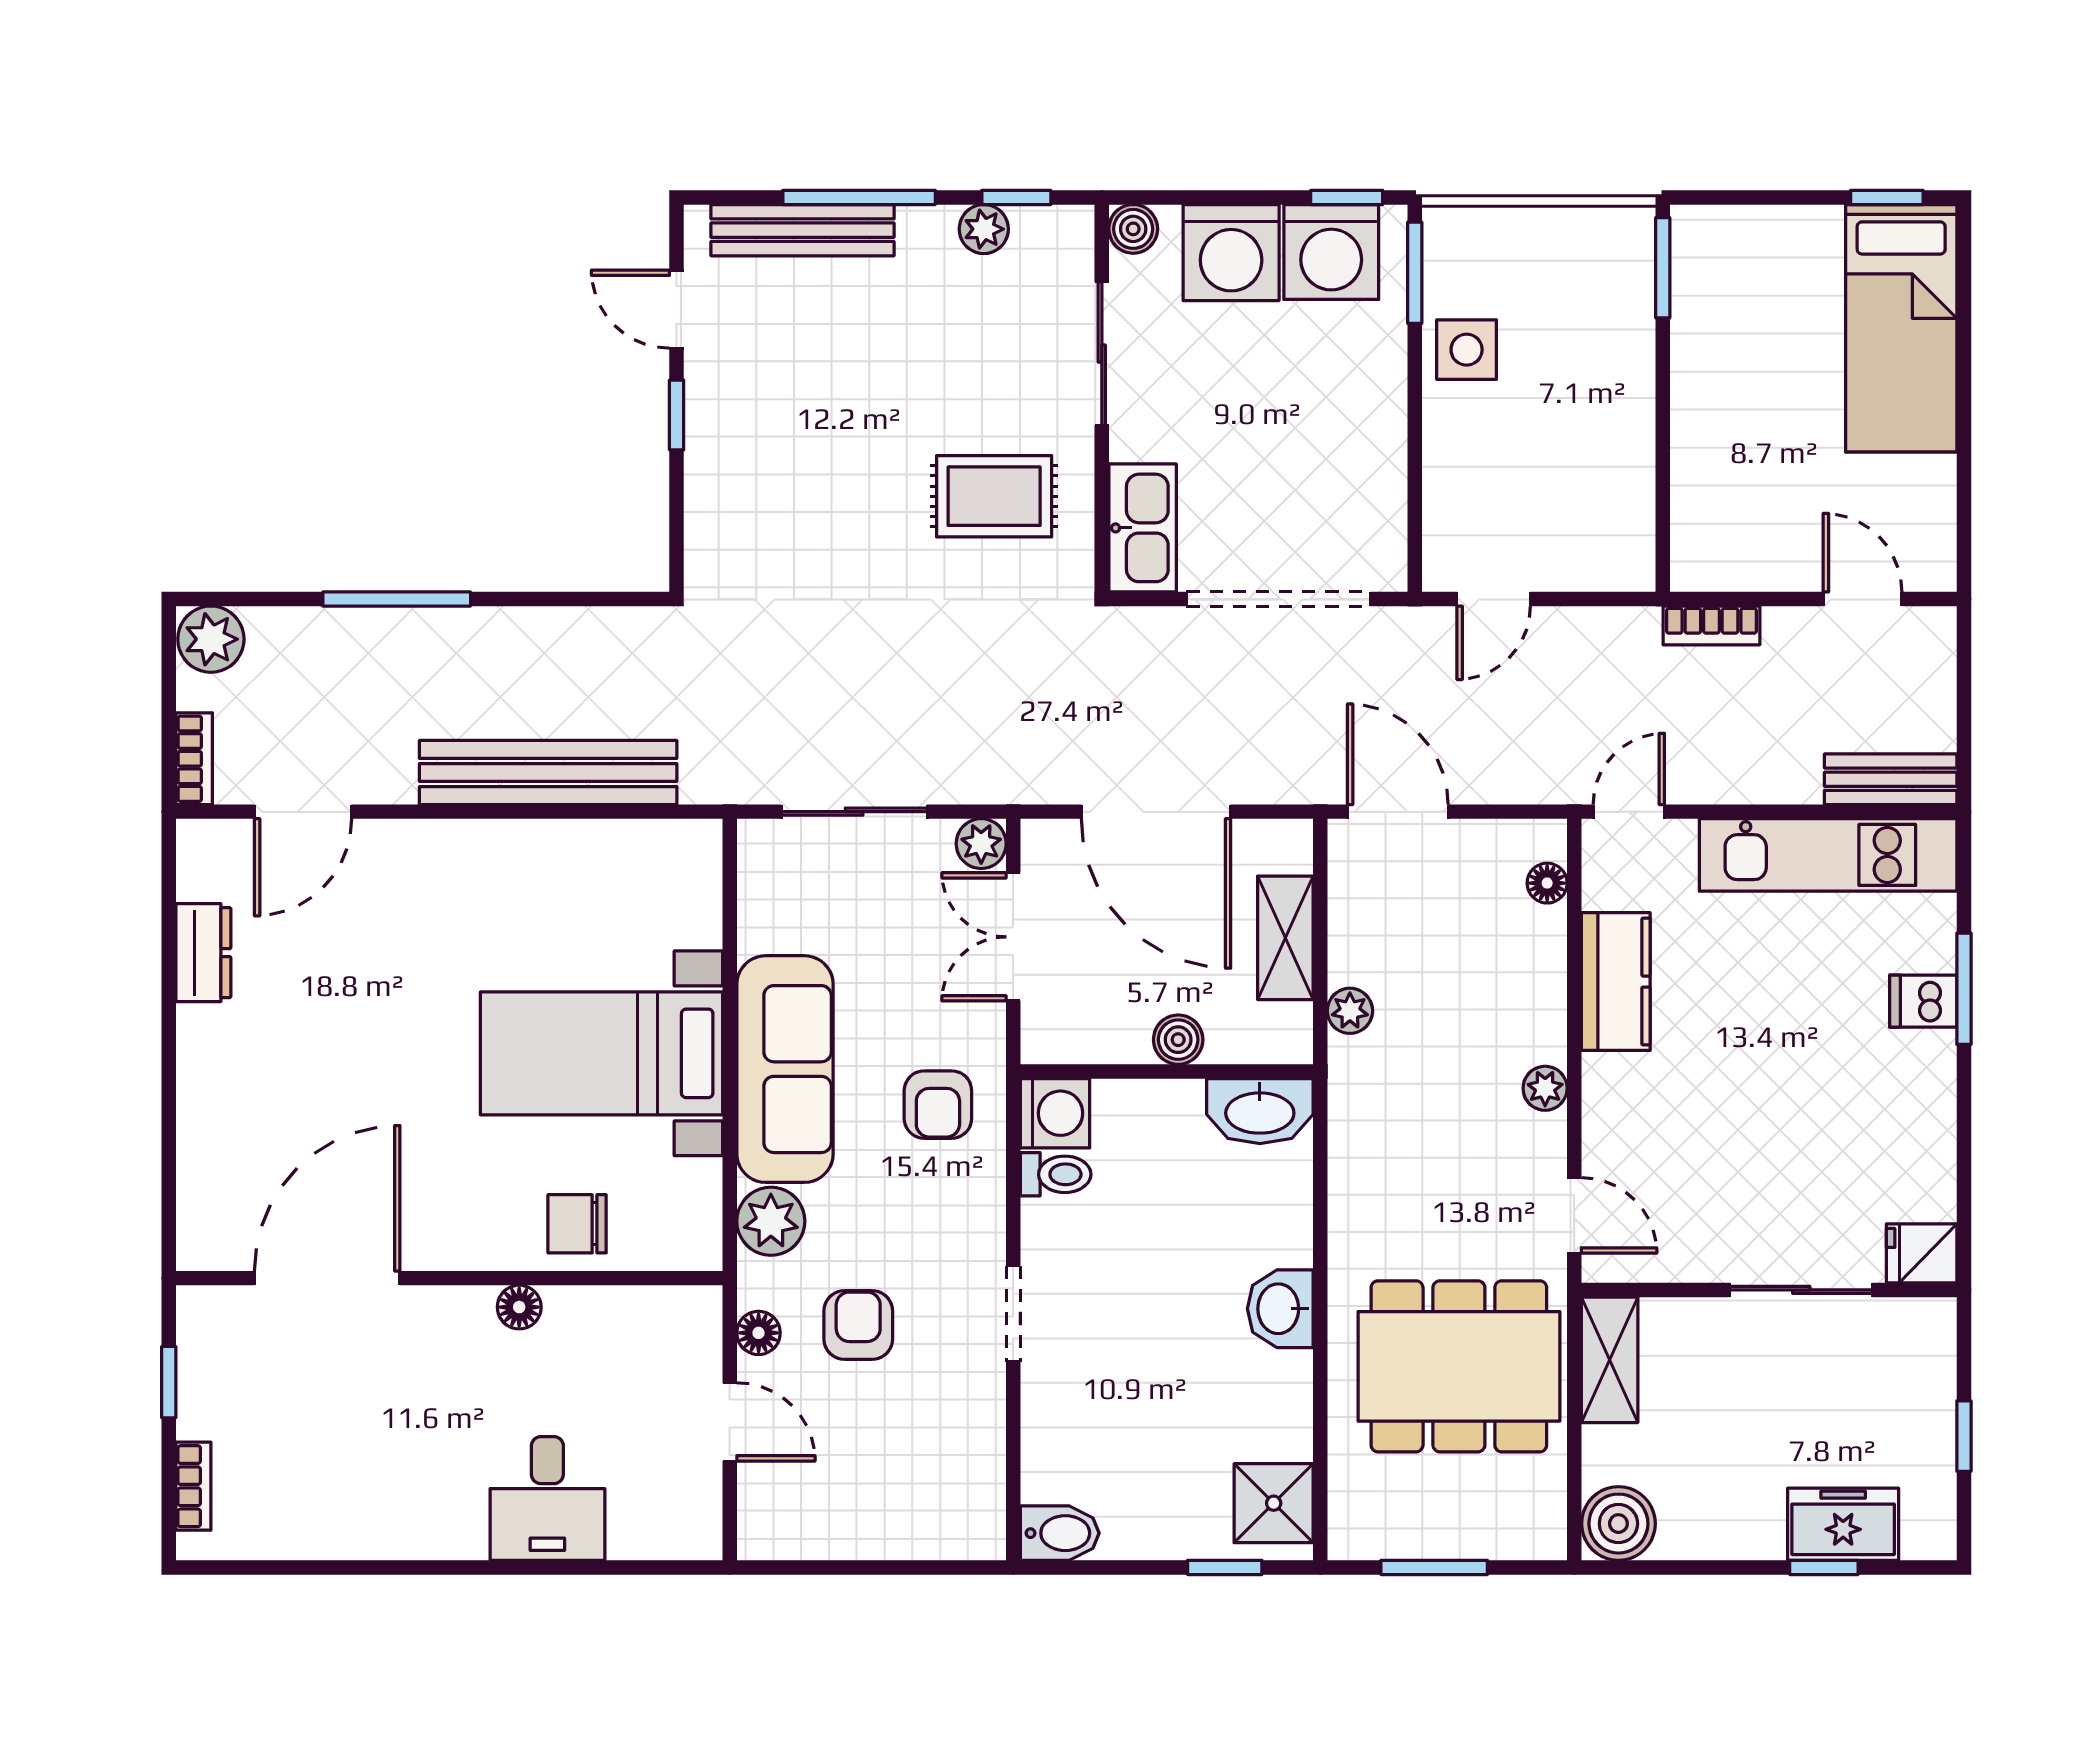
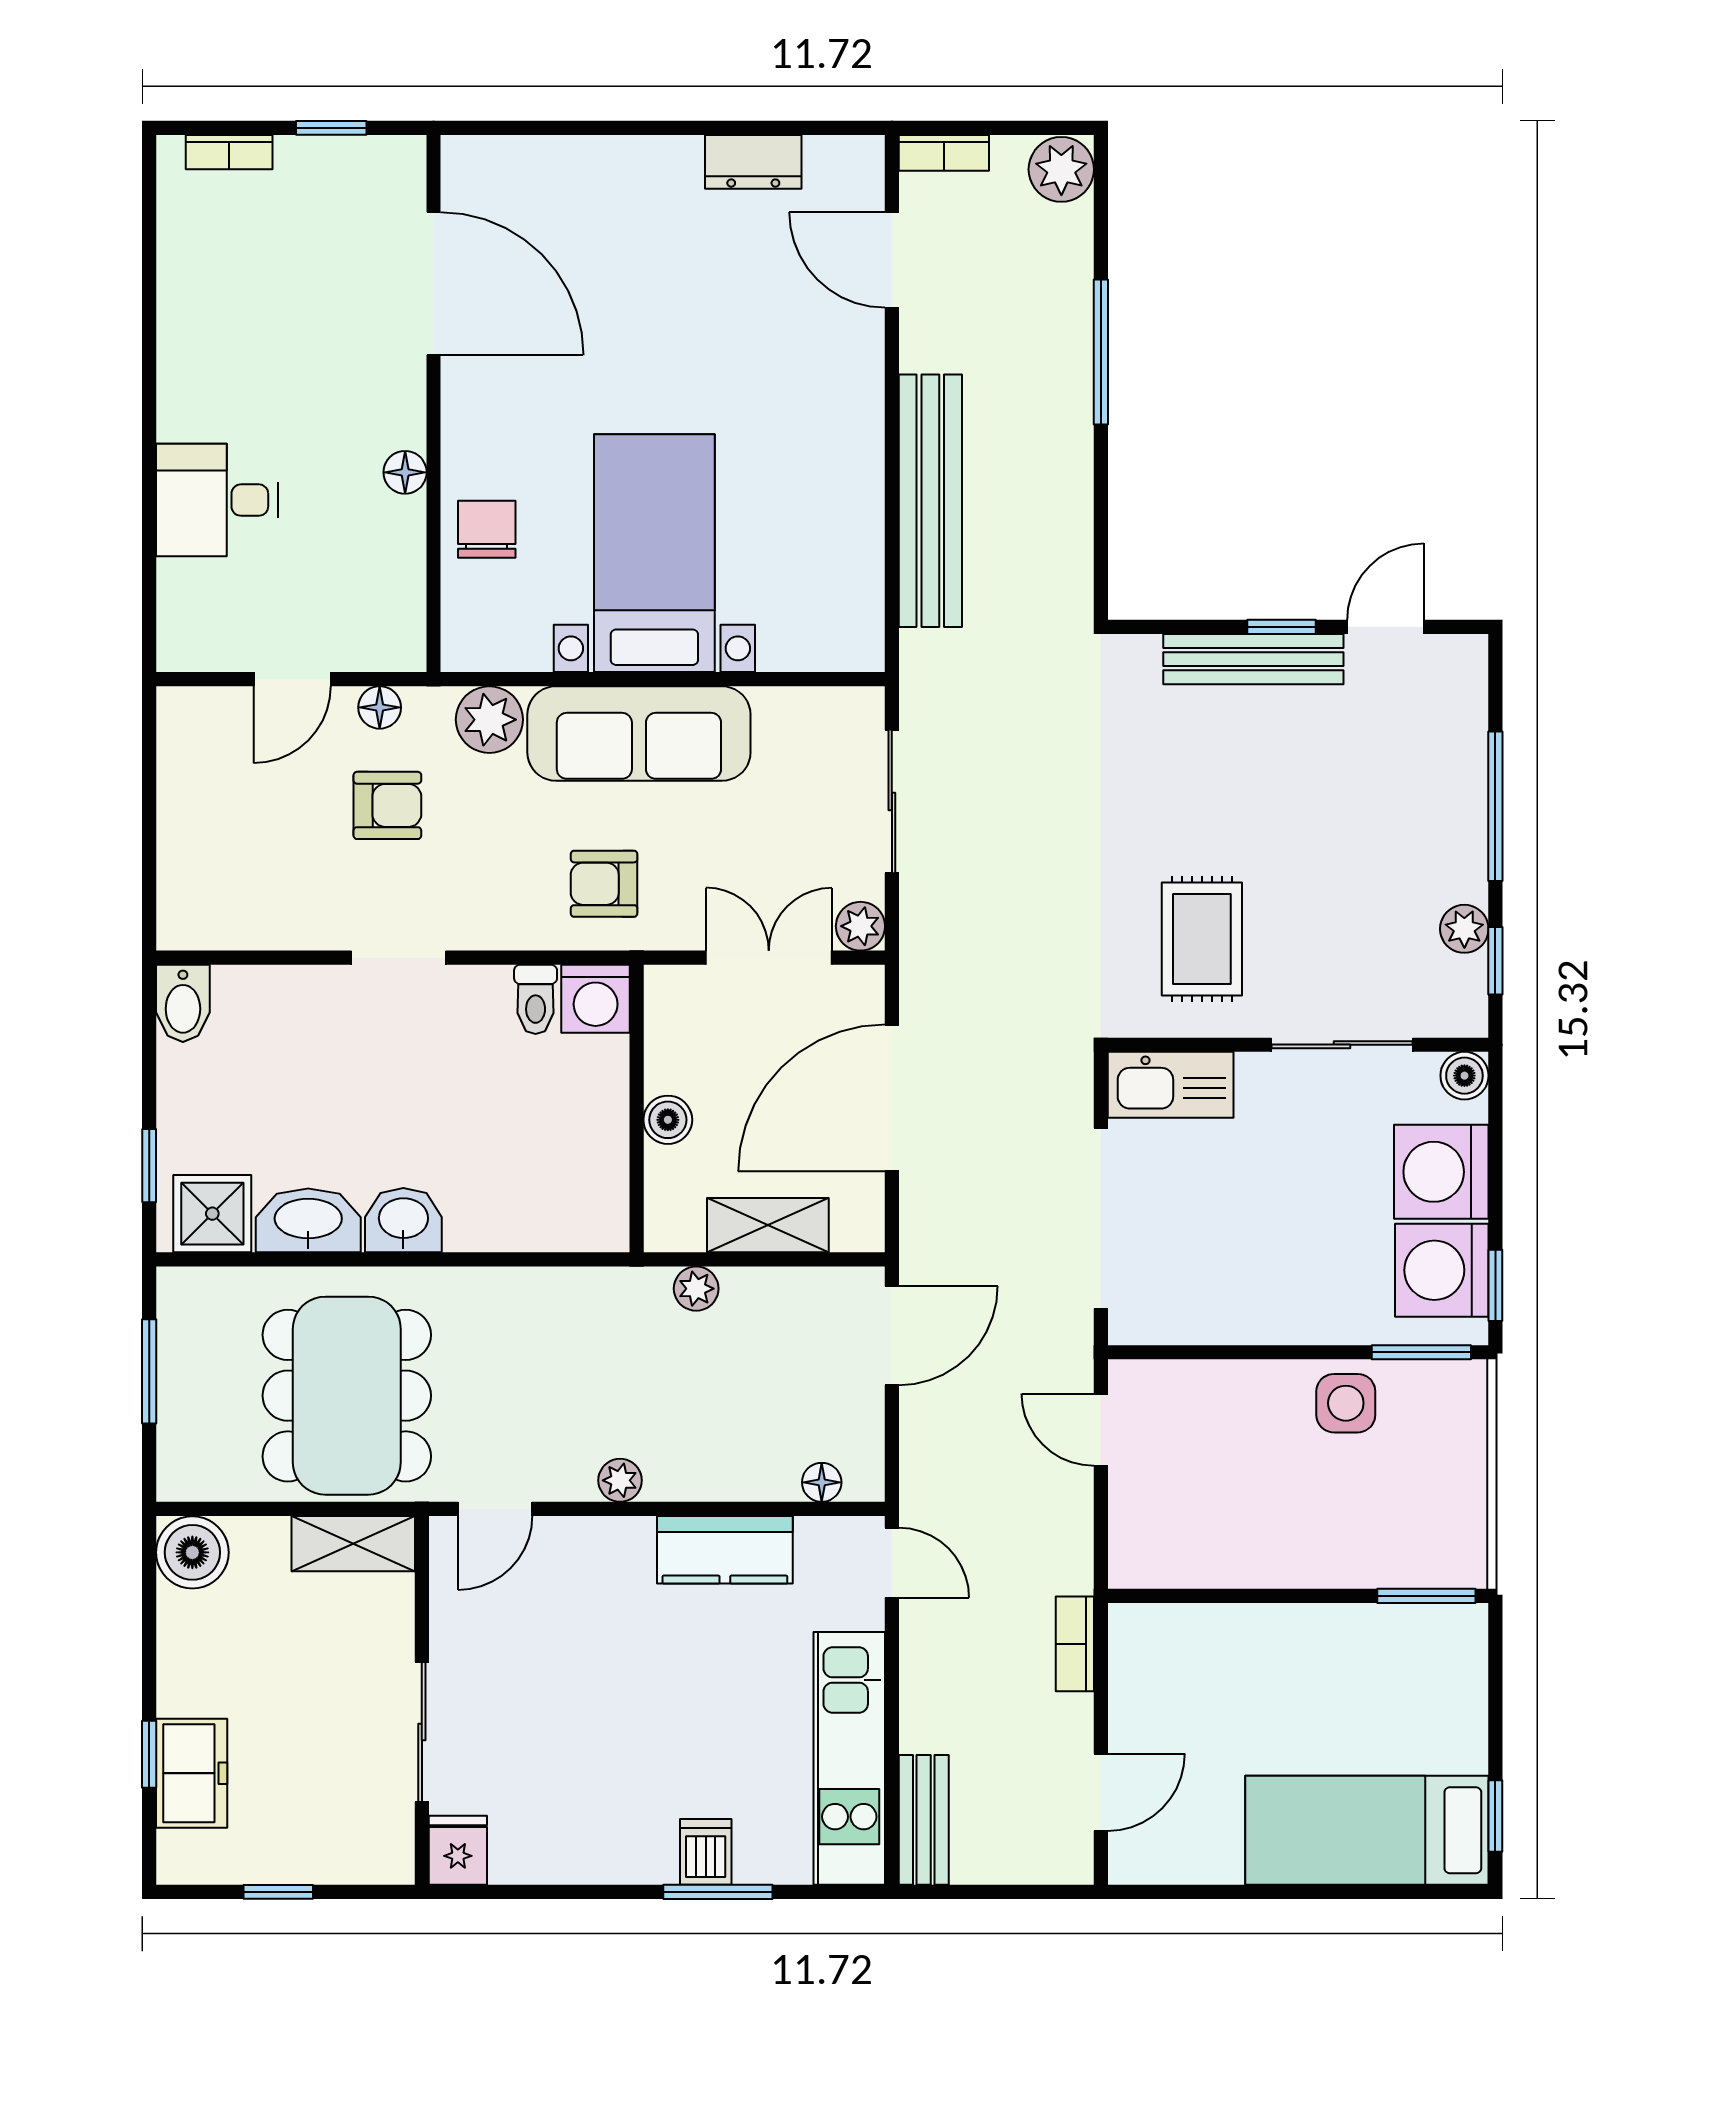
bench: (802, 230) -> (1253, 659), moved, turned 90
washbasin: (1260, 1111) -> (308, 1220), moved, turned 90

